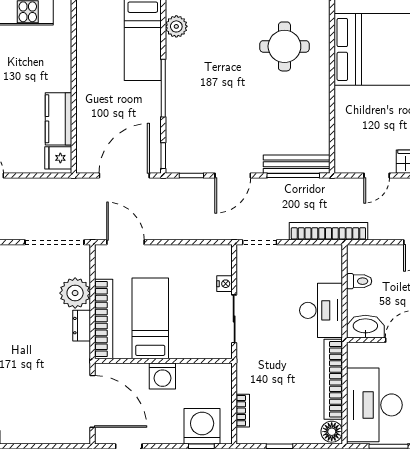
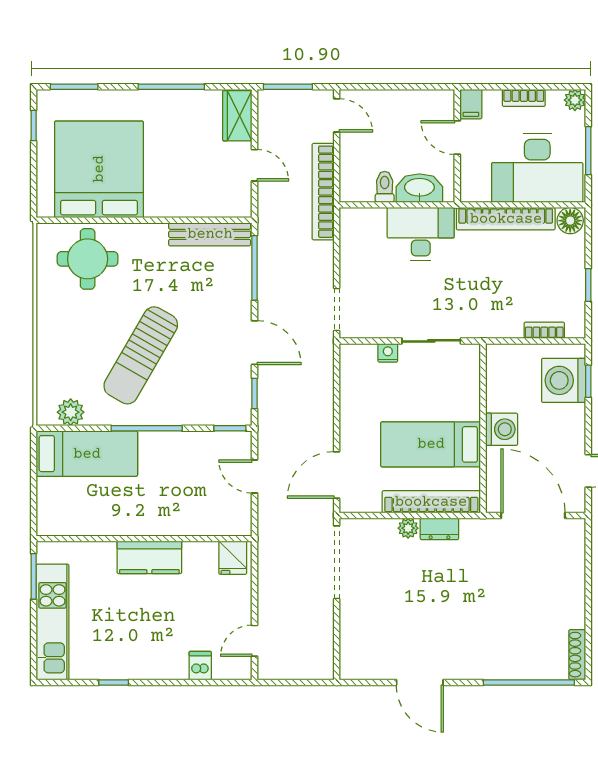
round table: (284, 46) -> (88, 259), moved
sun lounger: (222, 83) -> (141, 355), added
kitchen counter: (59, 119) -> (149, 557), moved
bench: (297, 164) -> (210, 234), moved, turned 90
door: (124, 176) -> (254, 476), width x0.53
bookcase: (328, 231) -> (323, 192), moved
plant: (75, 293) -> (408, 528), width x0.53, depth x0.53
washbasin: (365, 327) -> (419, 188), moved, turned 90
door: (92, 401) -> (533, 516), hinge flipped

